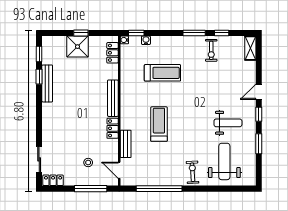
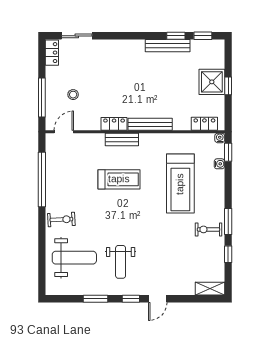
exercise bike: (211, 50) -> (208, 229), moved
treadmill: (162, 73) -> (180, 184), width x1.37, depth x1.38
door: (259, 92) -> (158, 299), swing flipped
bench: (126, 144) -> (122, 139), moved

